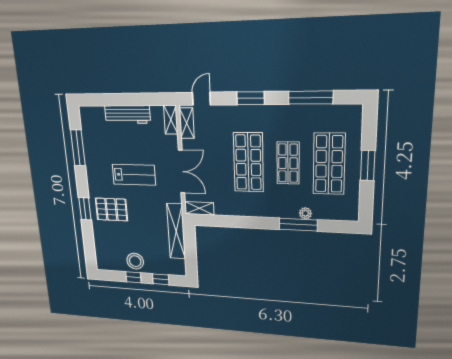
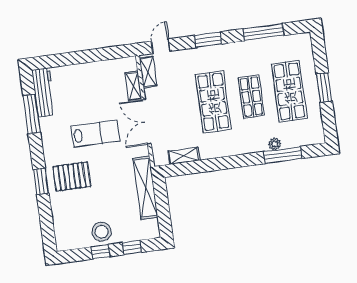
workbench: (127, 114) -> (44, 92), moved, turned -90
shelving: (171, 120) -> (133, 86), moved
double door: (182, 172) -> (146, 122), swing flipped
shelving: (199, 208) -> (184, 156), moved
window: (298, 225) -> (283, 155), moved

